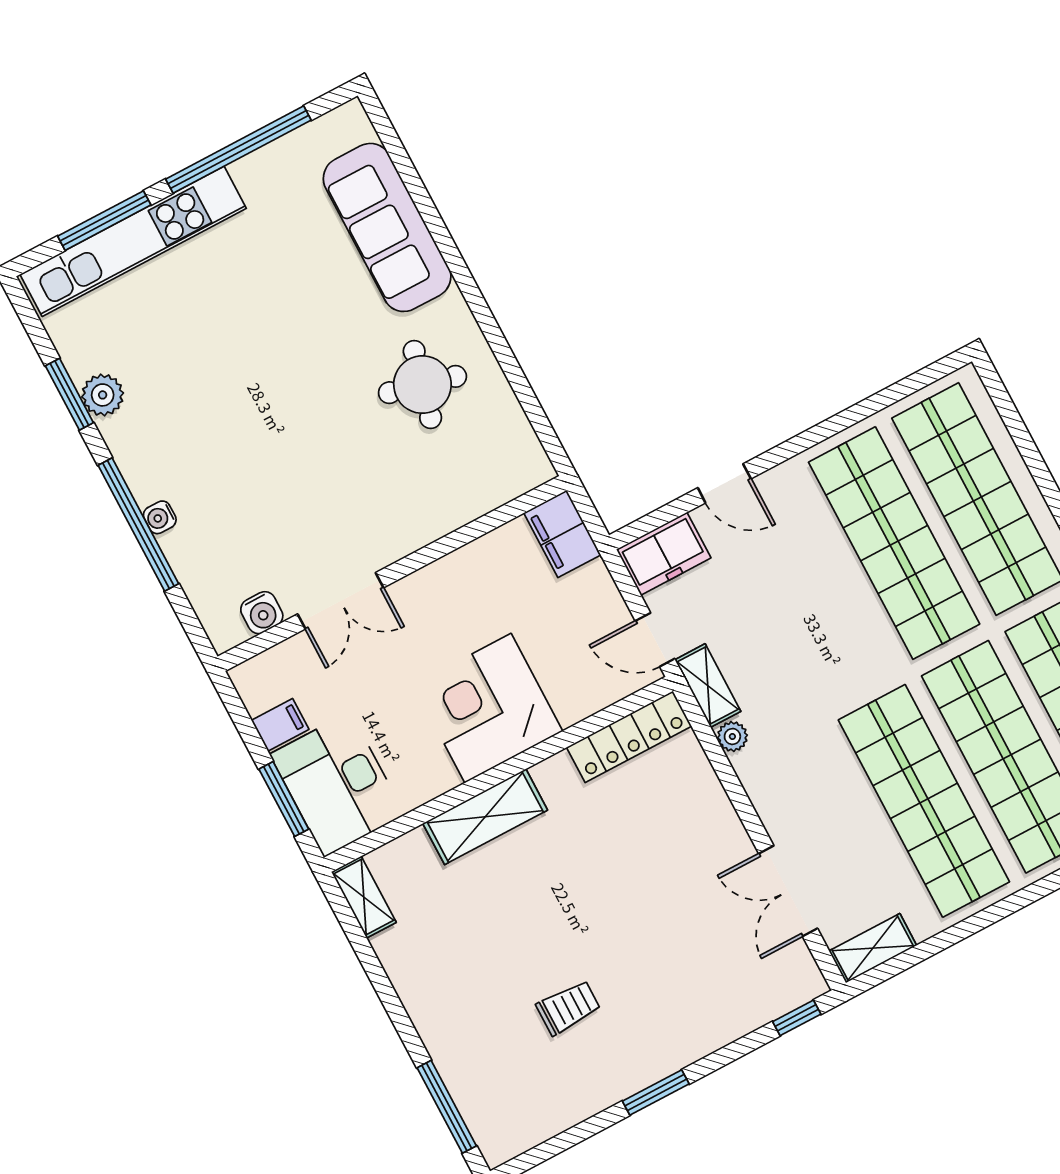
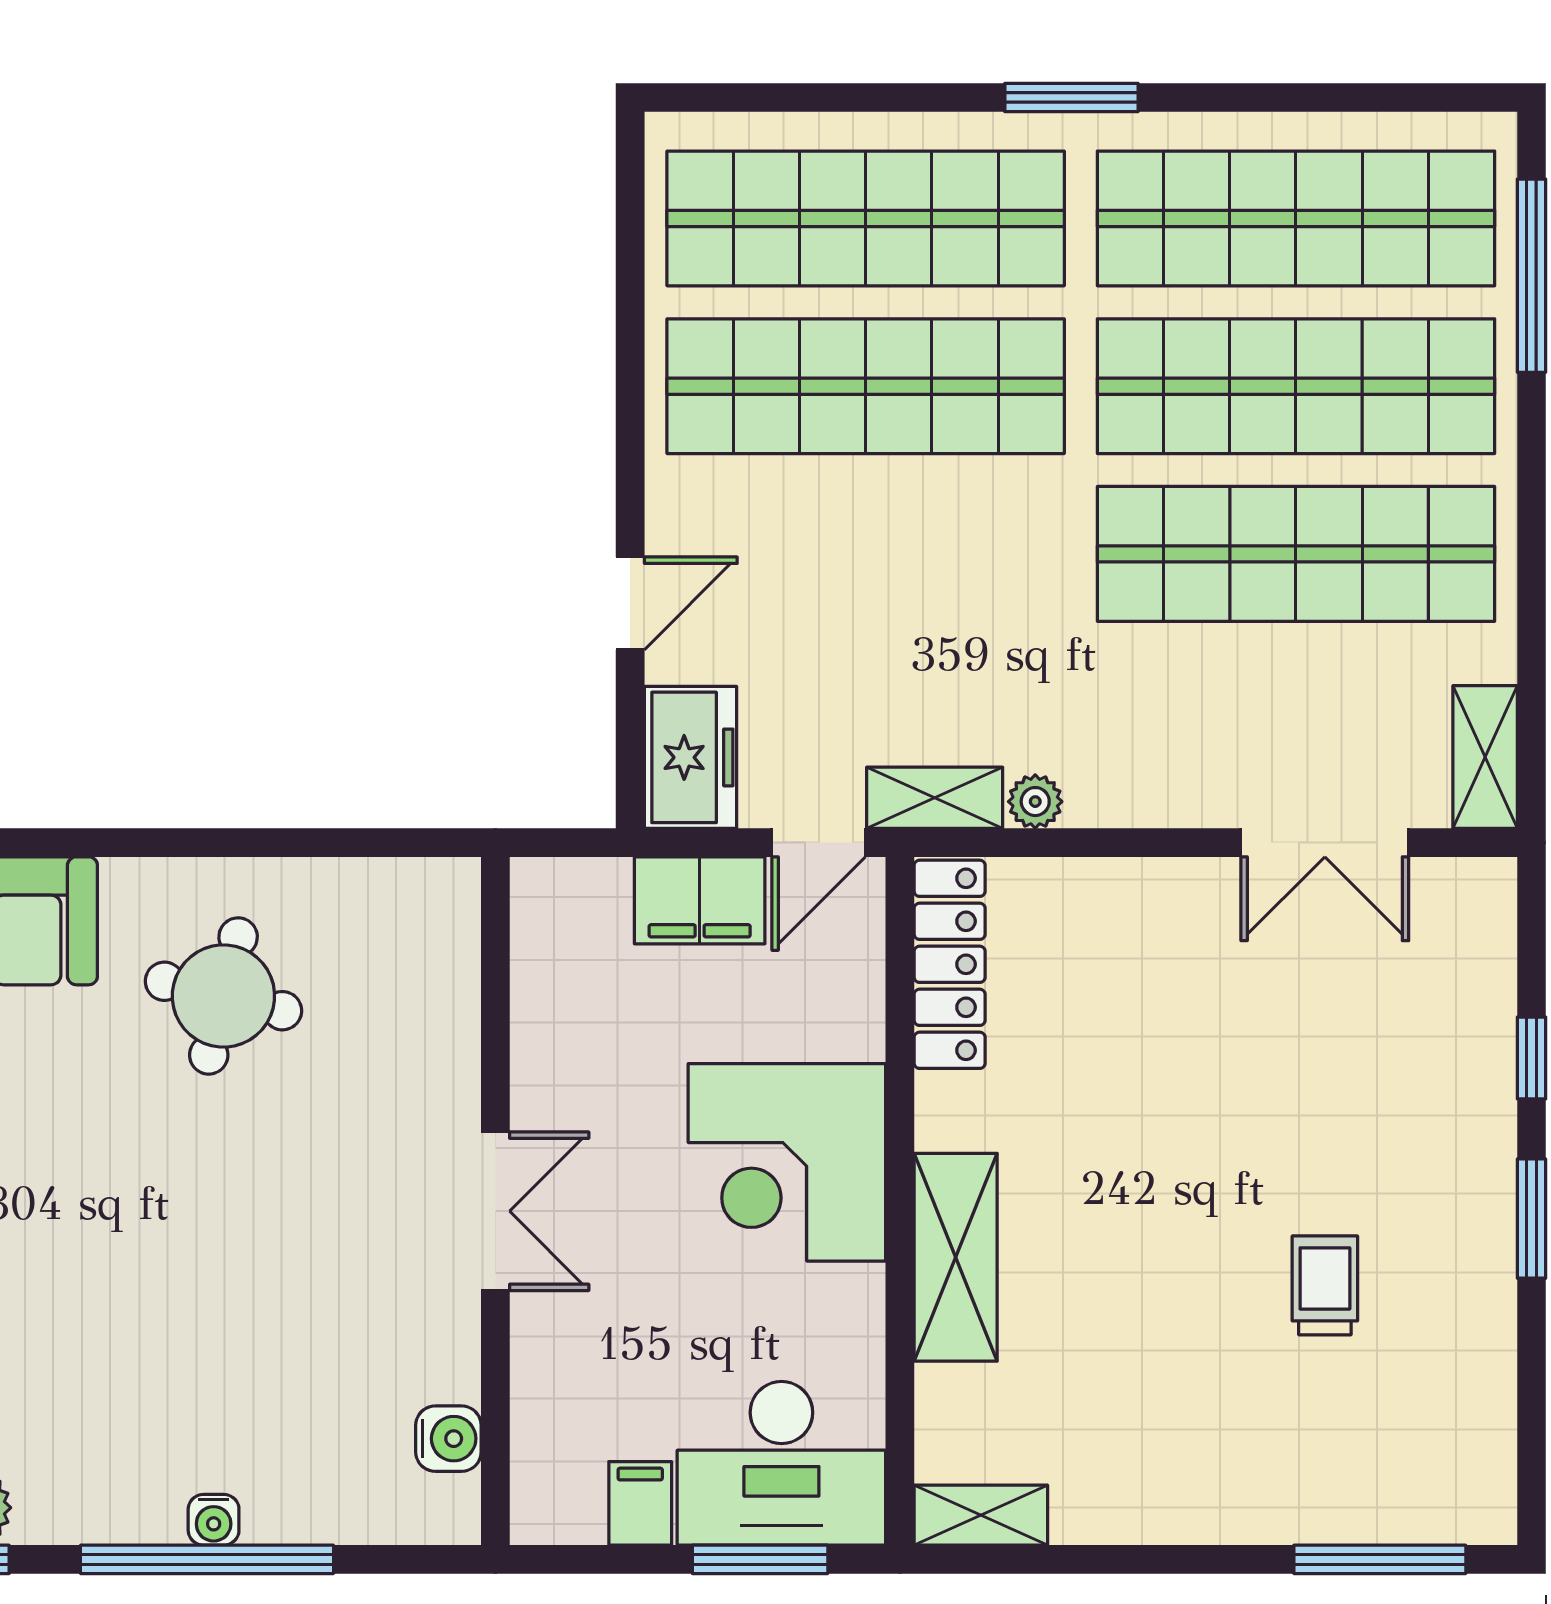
filing cabinet: (562, 534) -> (700, 900), moved
double door: (340, 601) -> (495, 1211), moved
window: (797, 1018) -> (1531, 1058), moved

